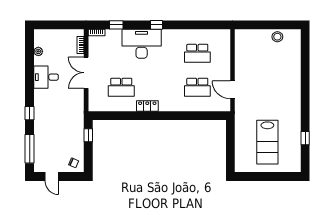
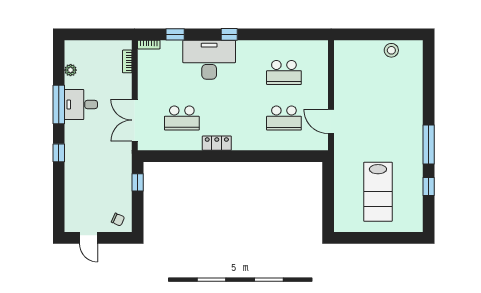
double door: (86, 73) -> (135, 120), moved
window: (305, 107) -> (429, 145), added
window: (30, 149) -> (59, 104), moved

